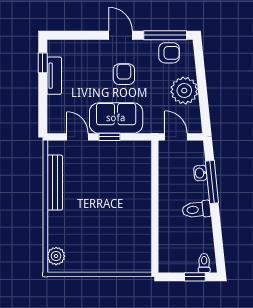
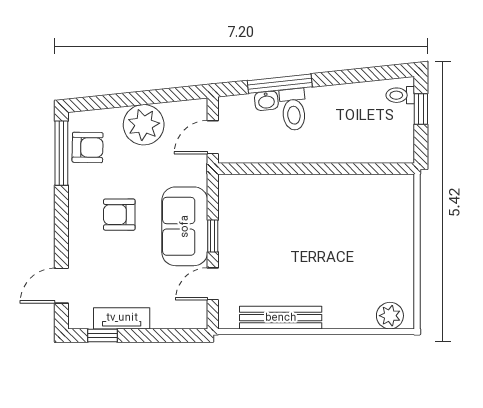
door: (121, 35) -> (61, 286), moved
armchair: (169, 53) -> (88, 147), turned 91
toilet: (196, 210) -> (293, 109), moved

